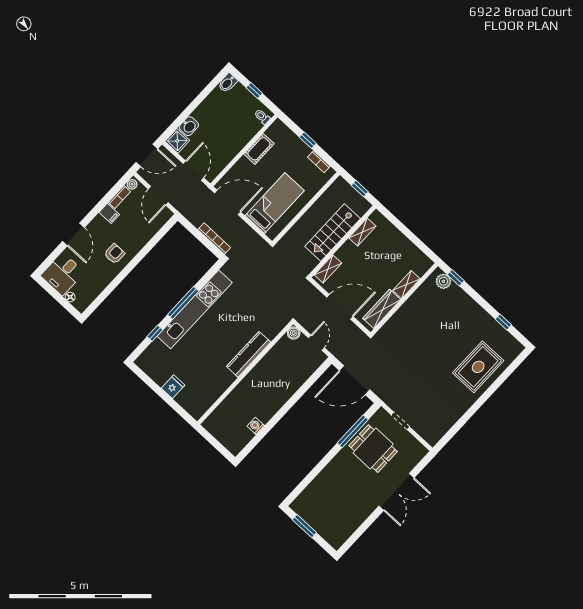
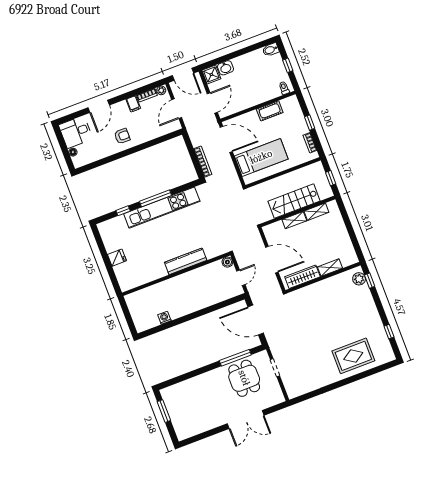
shelving: (328, 269) -> (294, 220), moved

